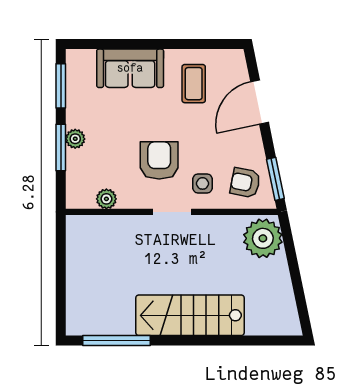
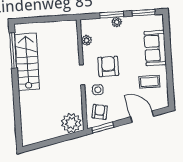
armchair: (159, 160) -> (108, 66), turned -90
stairs: (190, 315) -> (27, 62), moved

